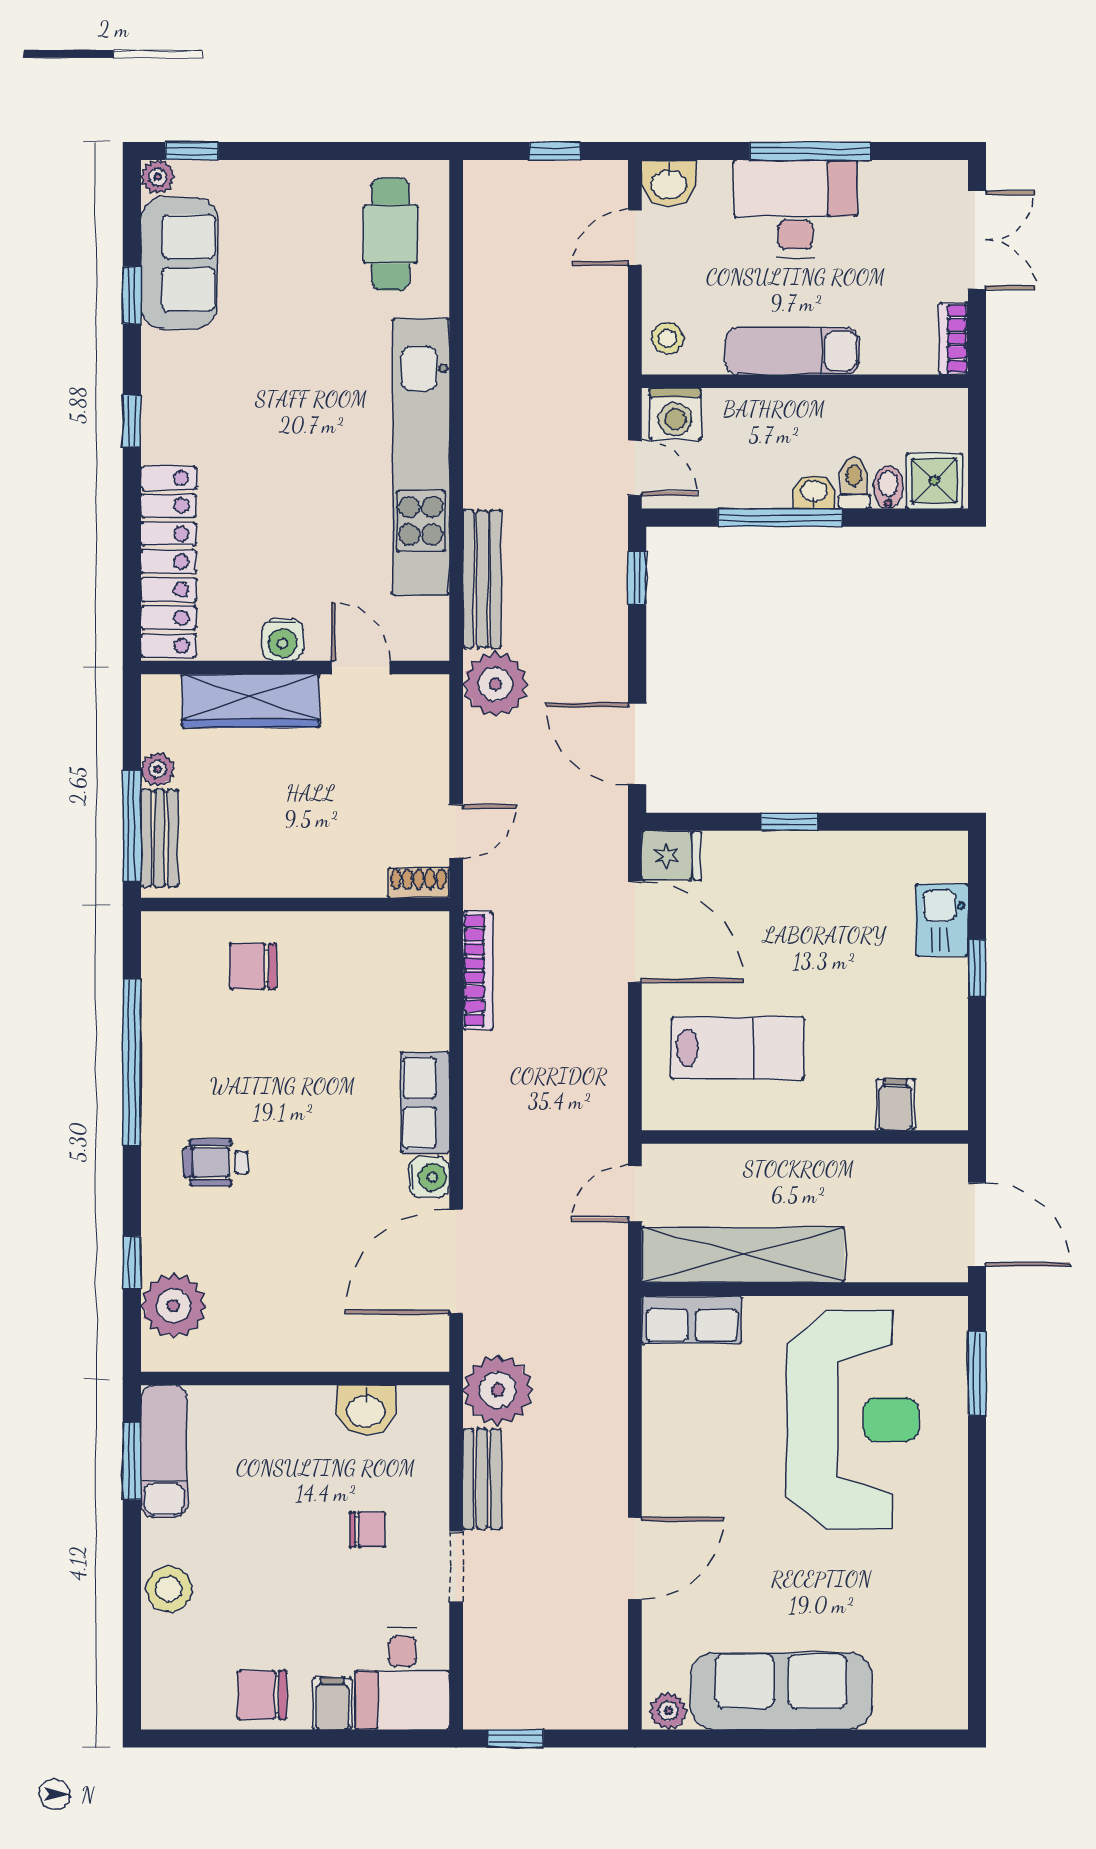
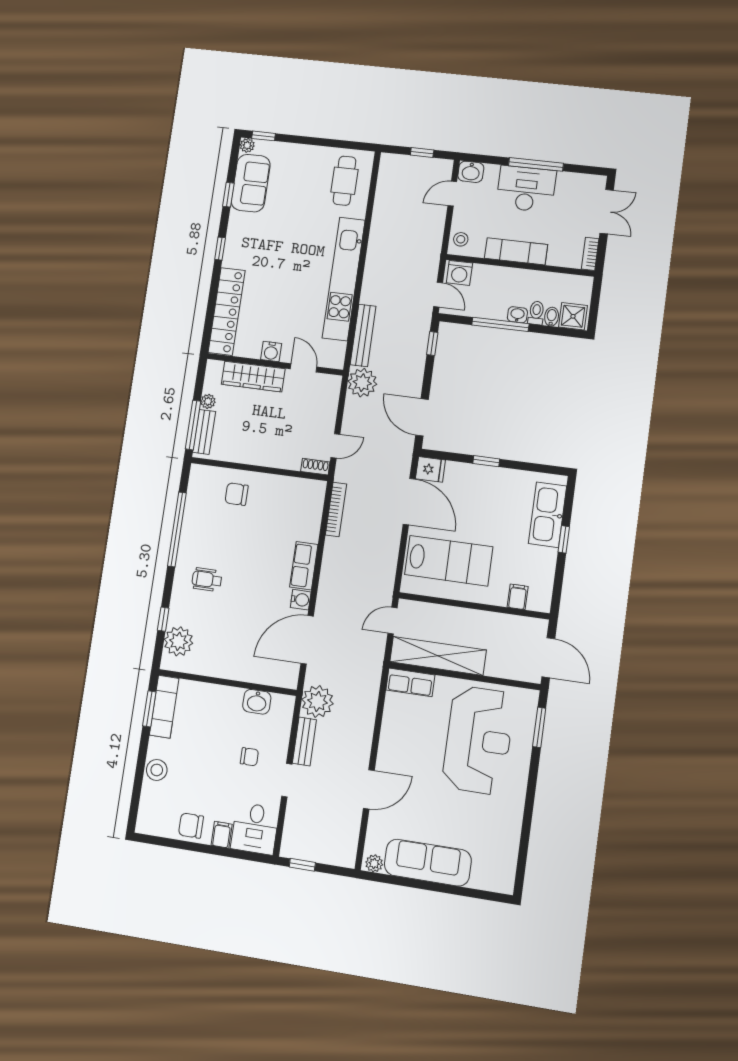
kitchen sink: (942, 920) -> (547, 515), width x1.87, depth x1.24
lab bench: (738, 1048) -> (449, 561), width x1.36, depth x1.39

